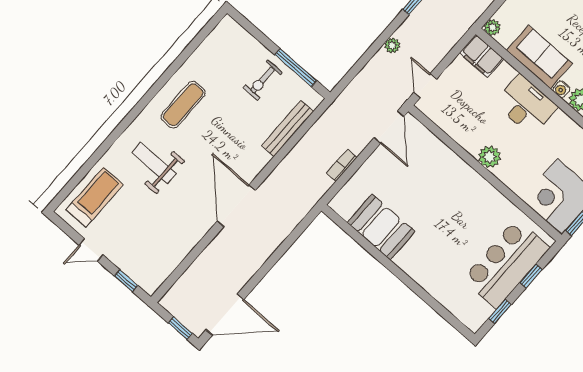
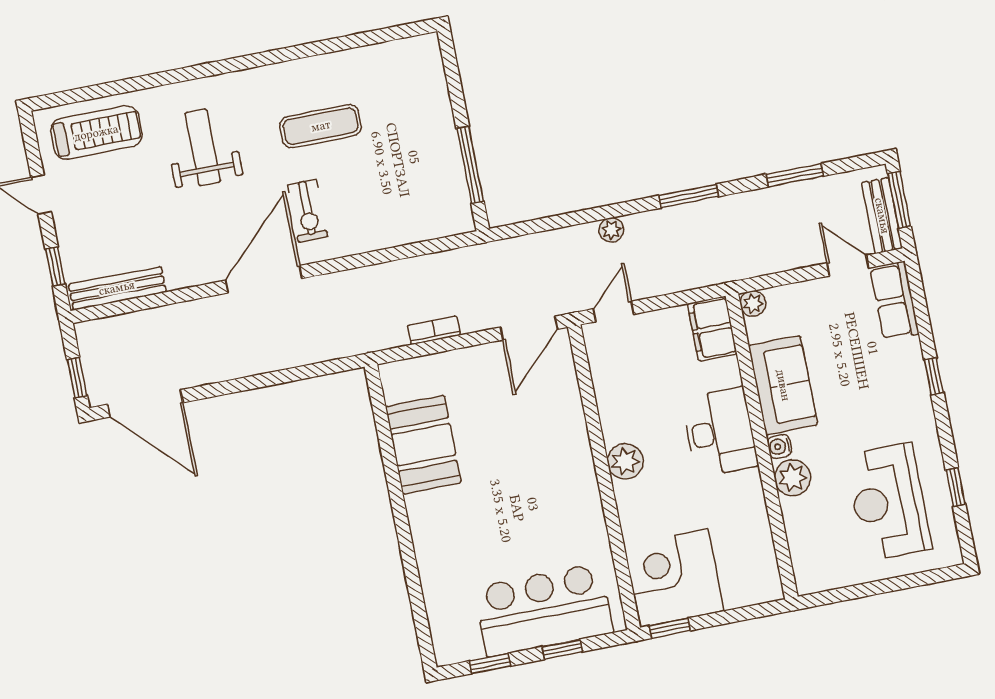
exercise bike: (263, 80) -> (308, 211), moved, turned -90
exercise mat: (183, 105) -> (321, 126), moved
bench: (288, 128) -> (117, 288), moved

